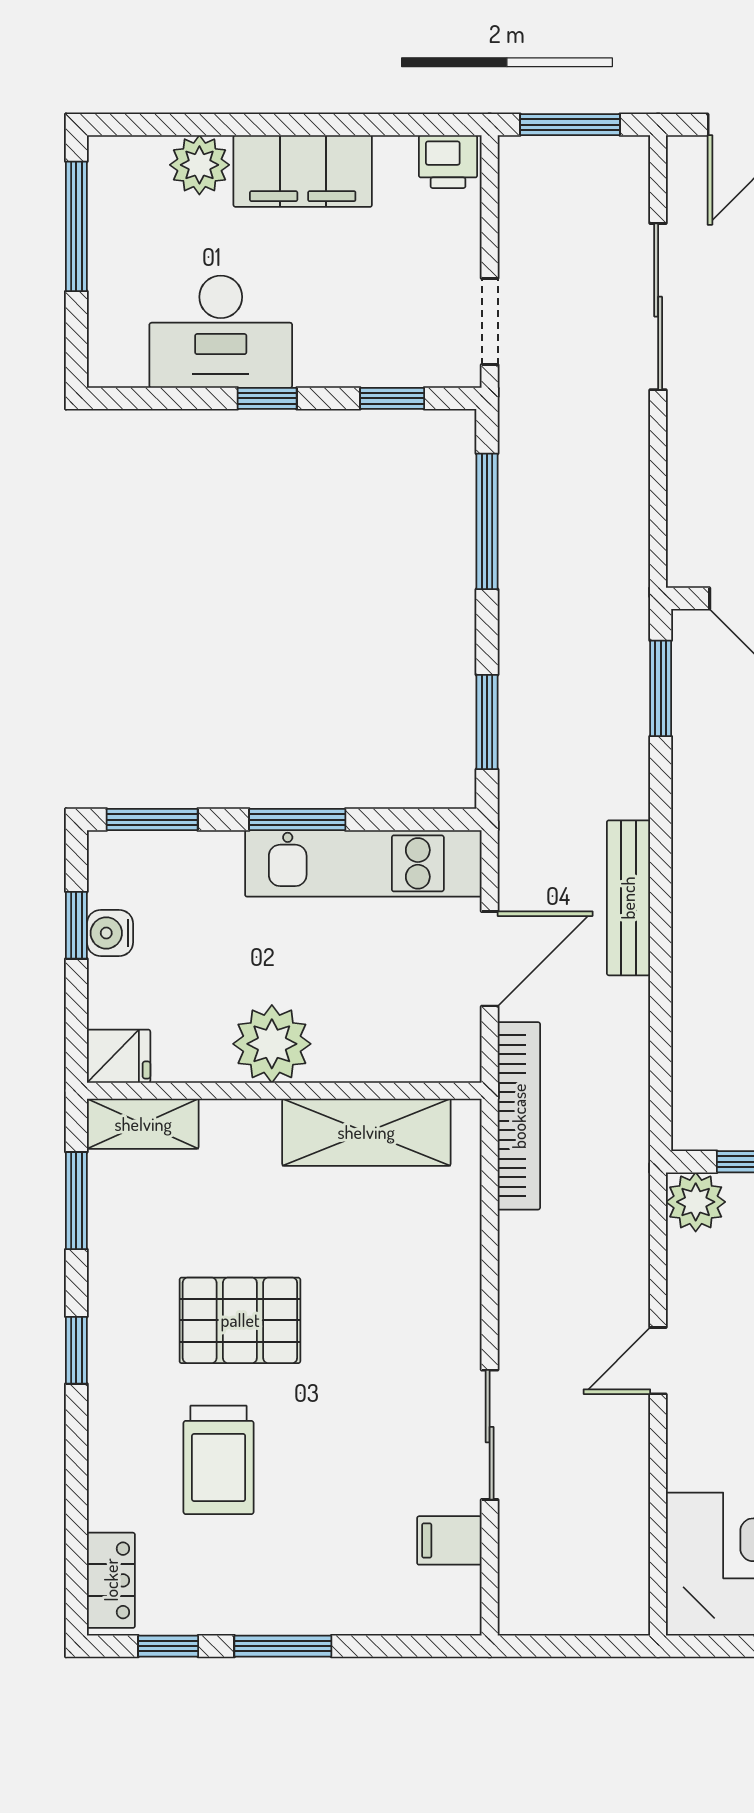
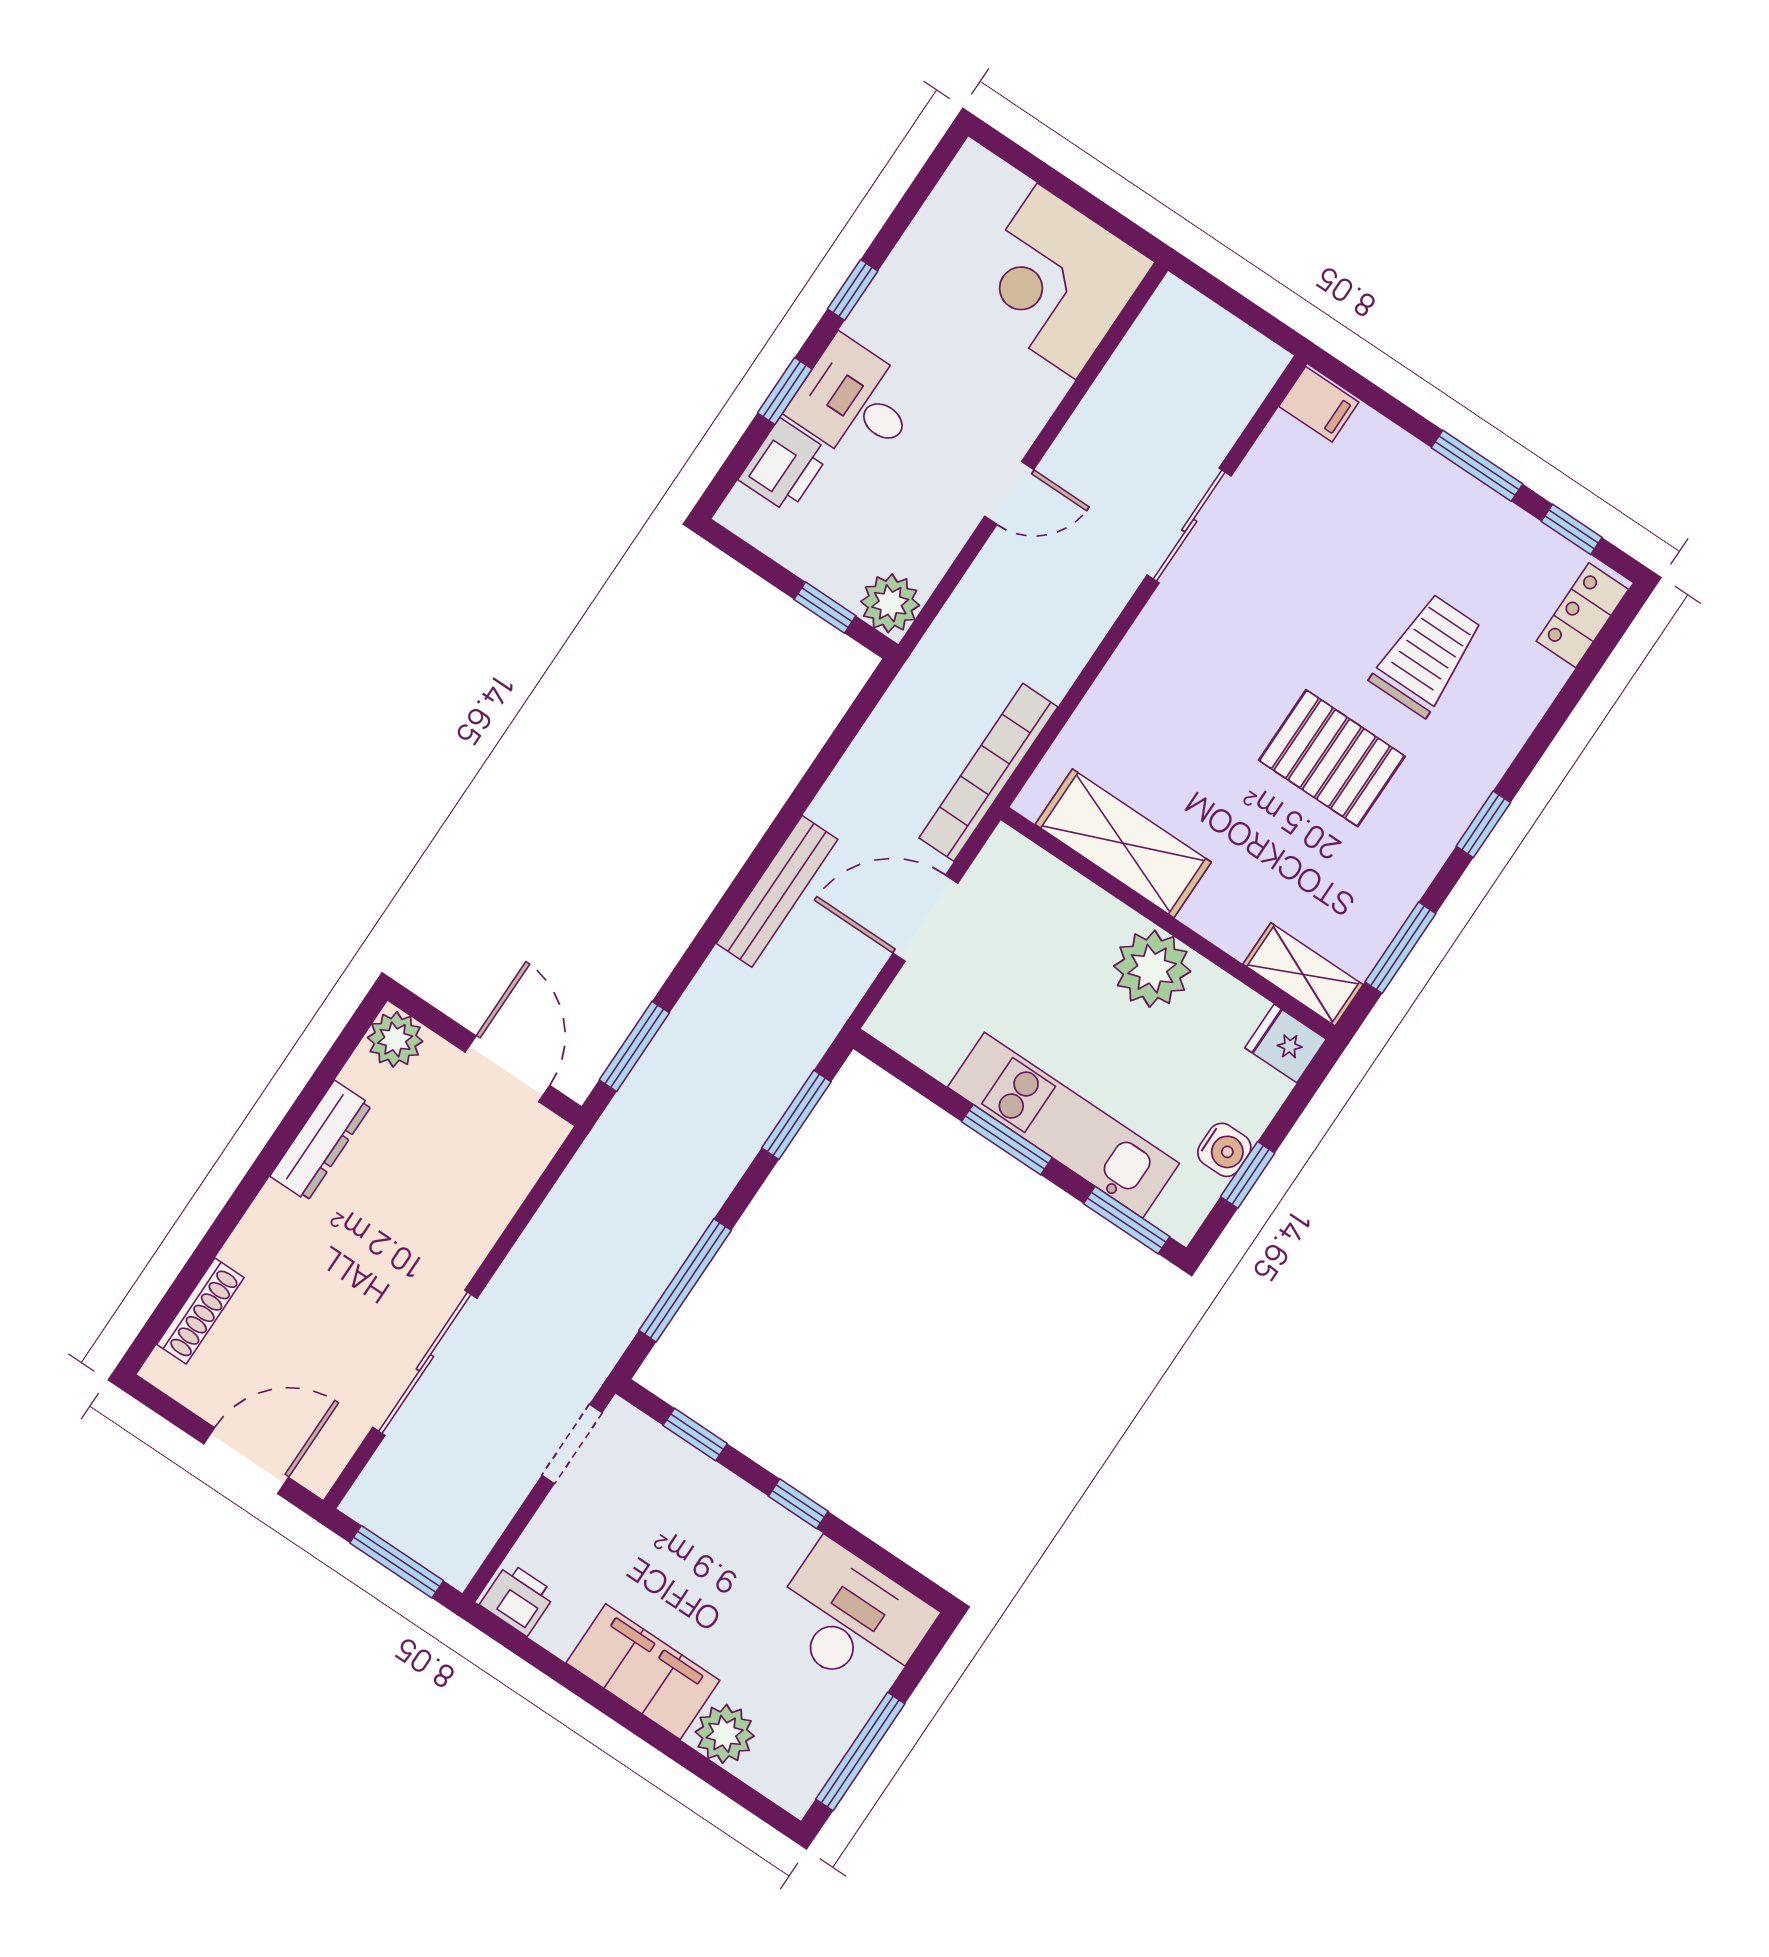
desk: (221, 332) -> (851, 1619), moved
kitchen unit: (363, 863) -> (1064, 1125), moved
filing cabinet: (449, 1540) -> (1319, 404), moved

